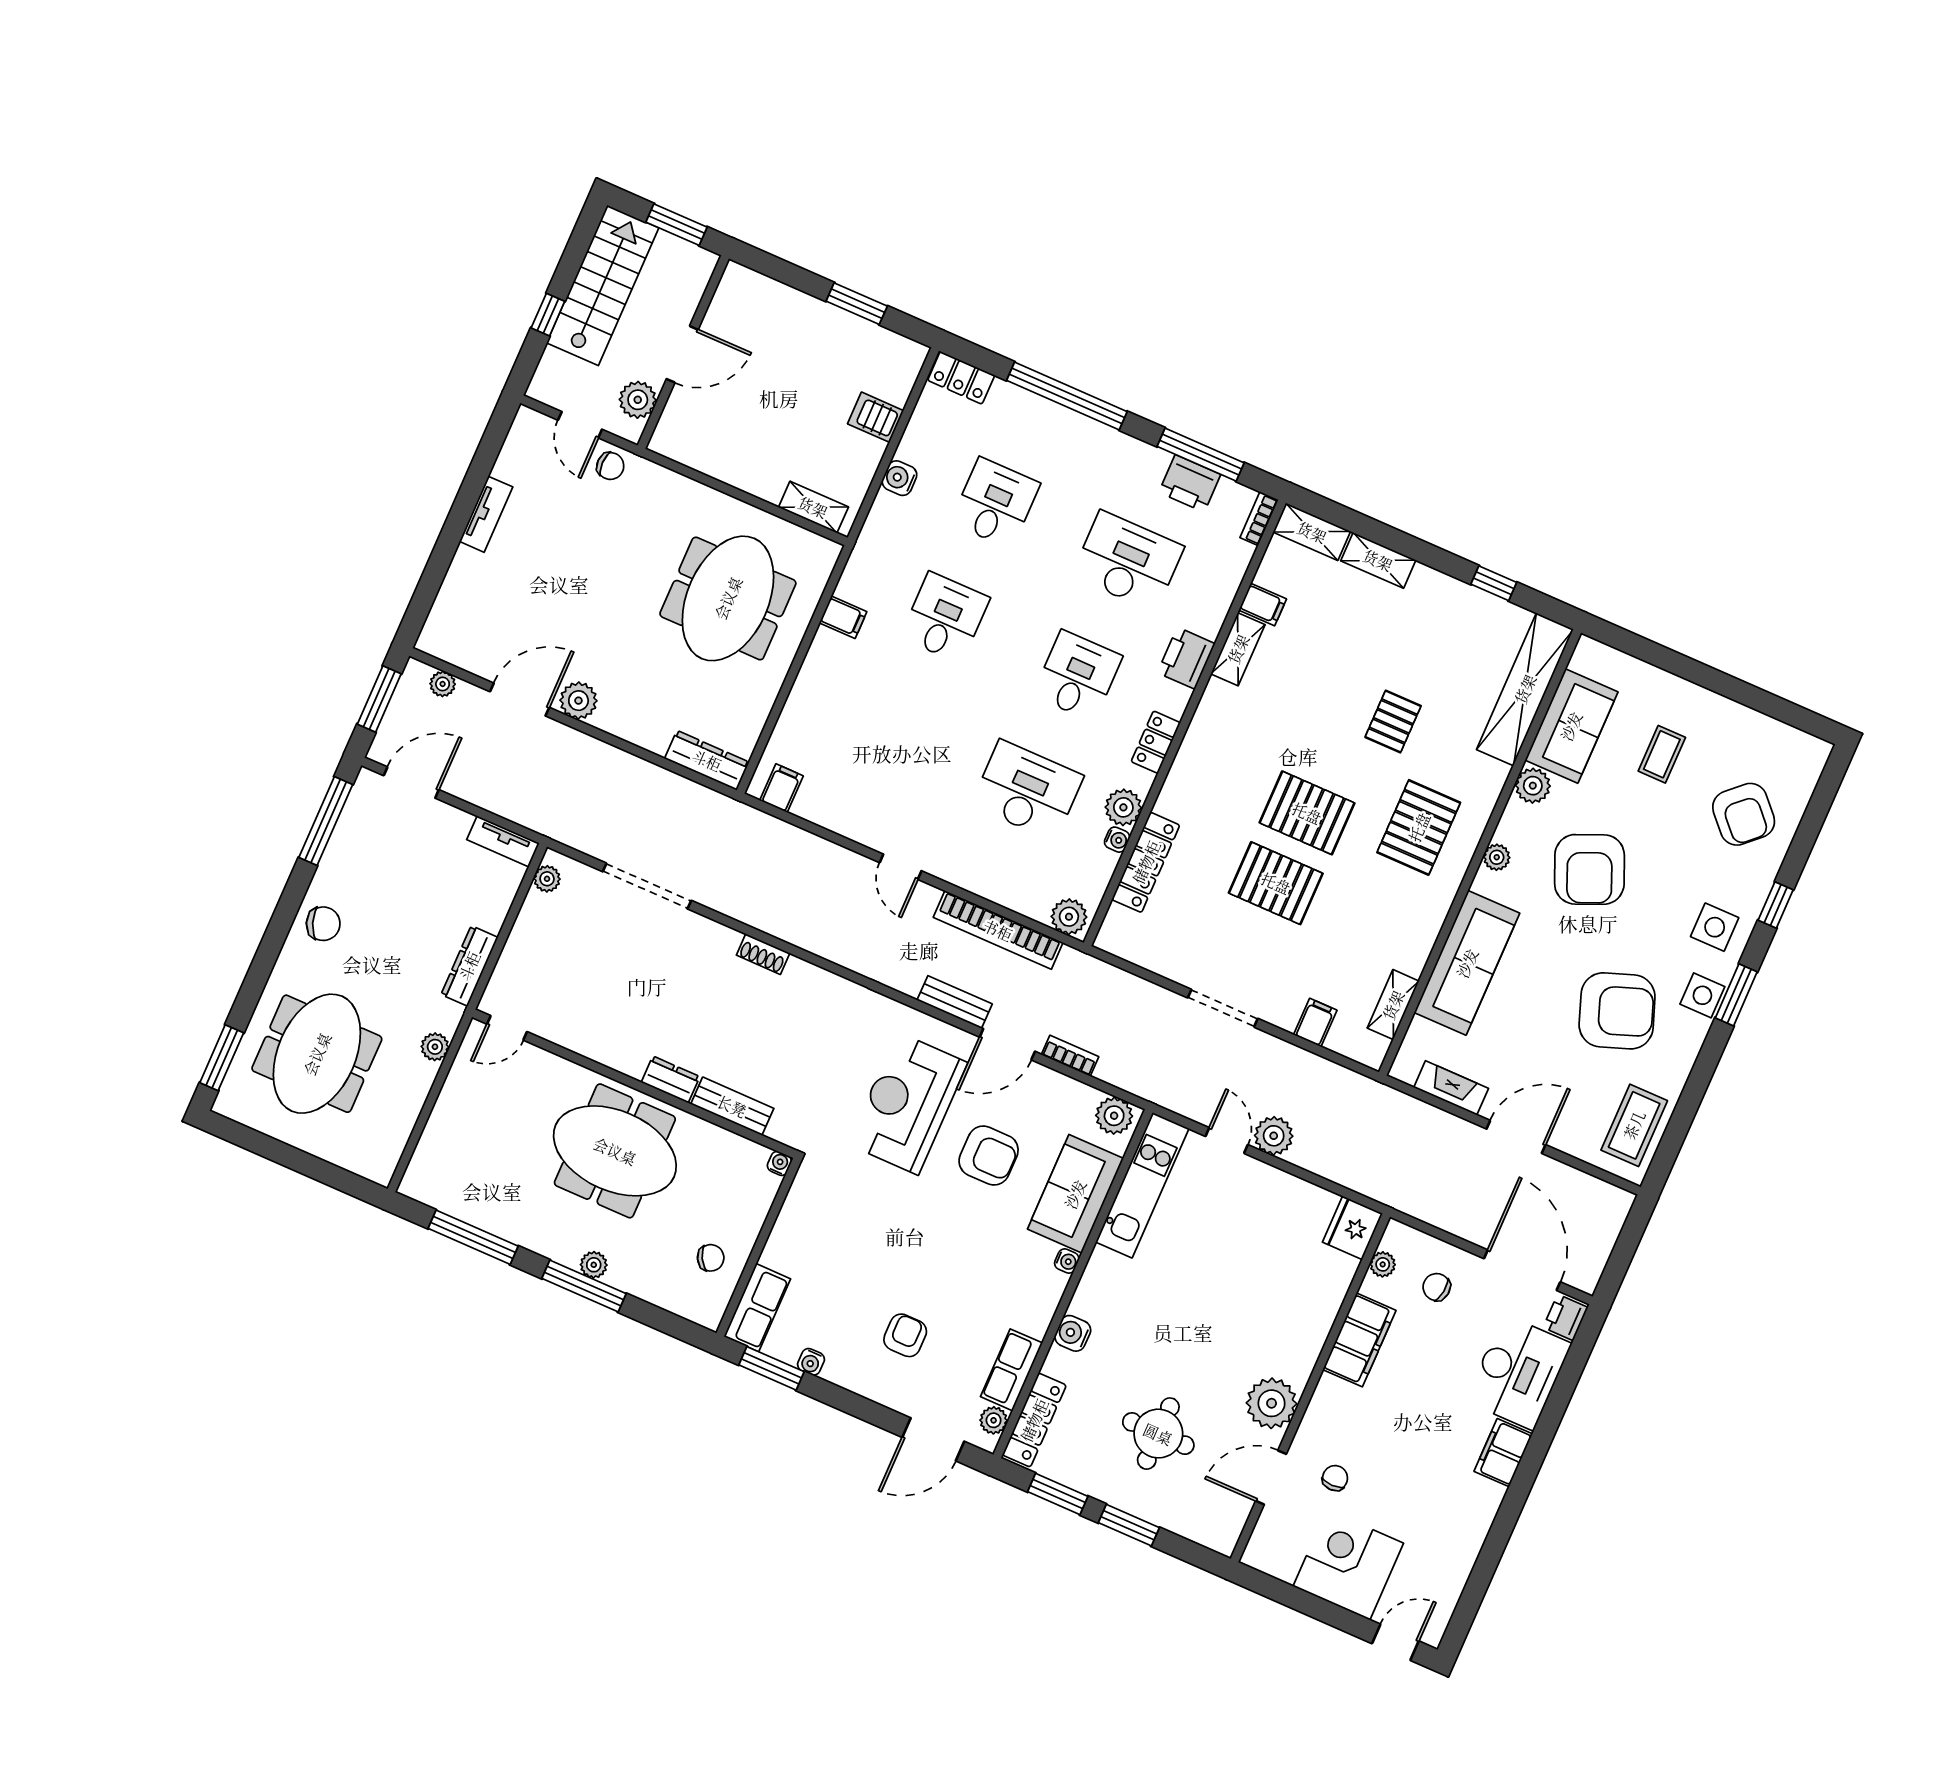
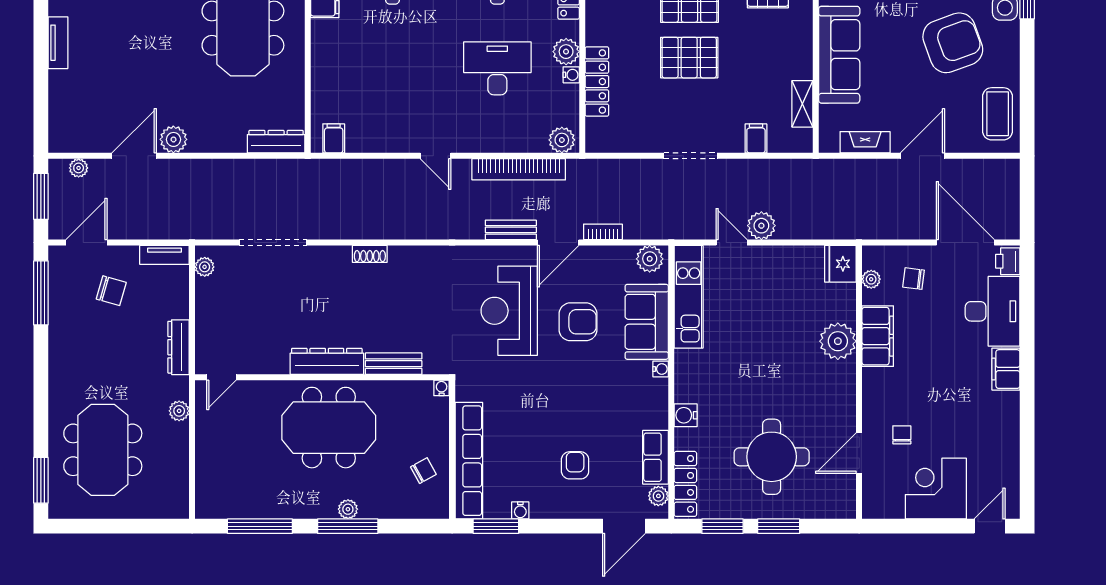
chair: (323, 924) -> (111, 291), moved, turned 37
dresser: (670, 1079) -> (327, 361), width x1.96, depth x1.24
row of seats: (757, 1308) -> (469, 461), width x2.02
plant: (1272, 1403) -> (838, 341), moved
round table: (1158, 1434) -> (772, 457), width x1.36, depth x1.36

